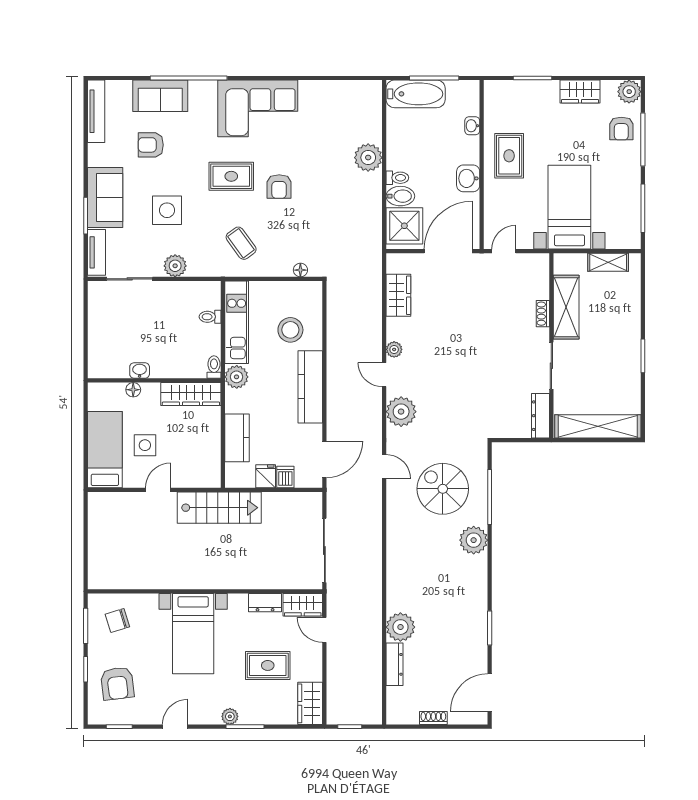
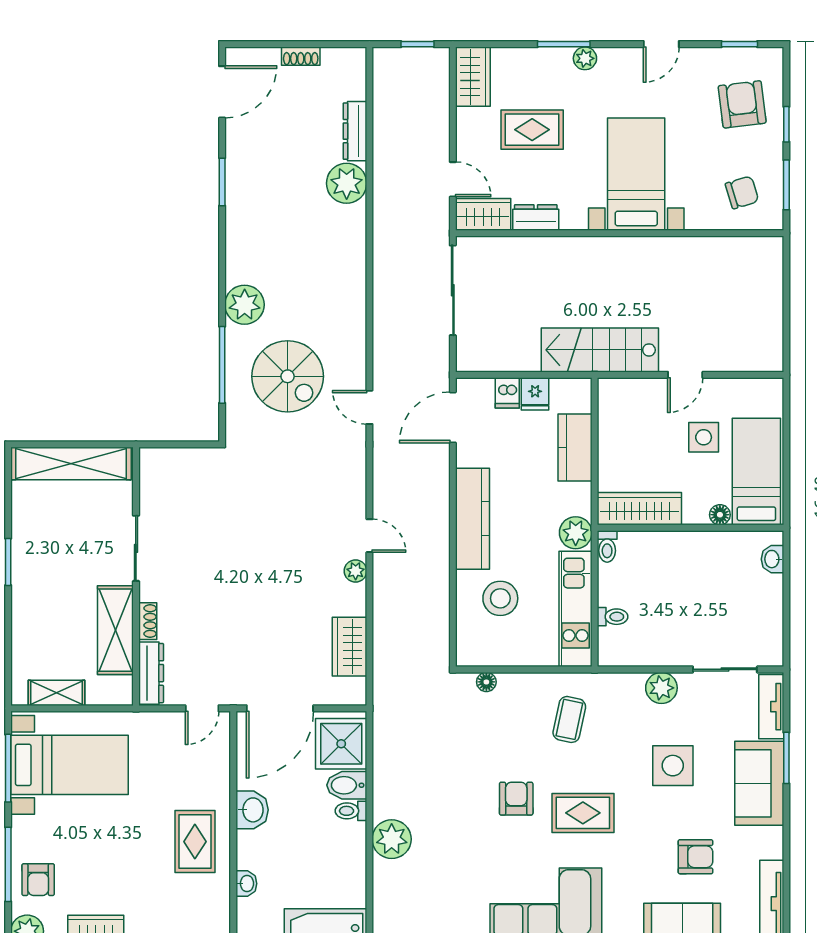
armchair: (621, 129) -> (38, 880), turned 180
bed with nightstands: (569, 207) -> (70, 765), moved, turned -90
coffee table: (241, 243) -> (569, 719), turned 48
washbasin: (140, 371) -> (772, 559), moved, turned 90
plant: (401, 412) -> (346, 484), removed
dresser: (540, 416) -> (151, 673), moved
bed: (105, 450) -> (756, 472), moved, turned 180

